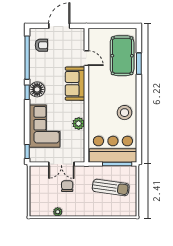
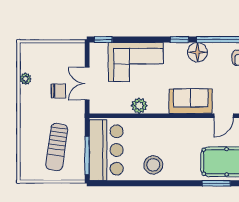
floor lamp: (37, 89) -> (197, 52), moved

